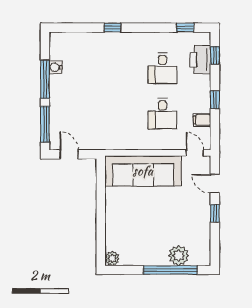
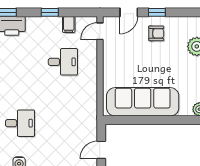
desk: (162, 68) -> (20, 123), moved
sofa: (143, 171) -> (143, 102), moved, turned -90
armchair: (193, 213) -> (156, 33), added

